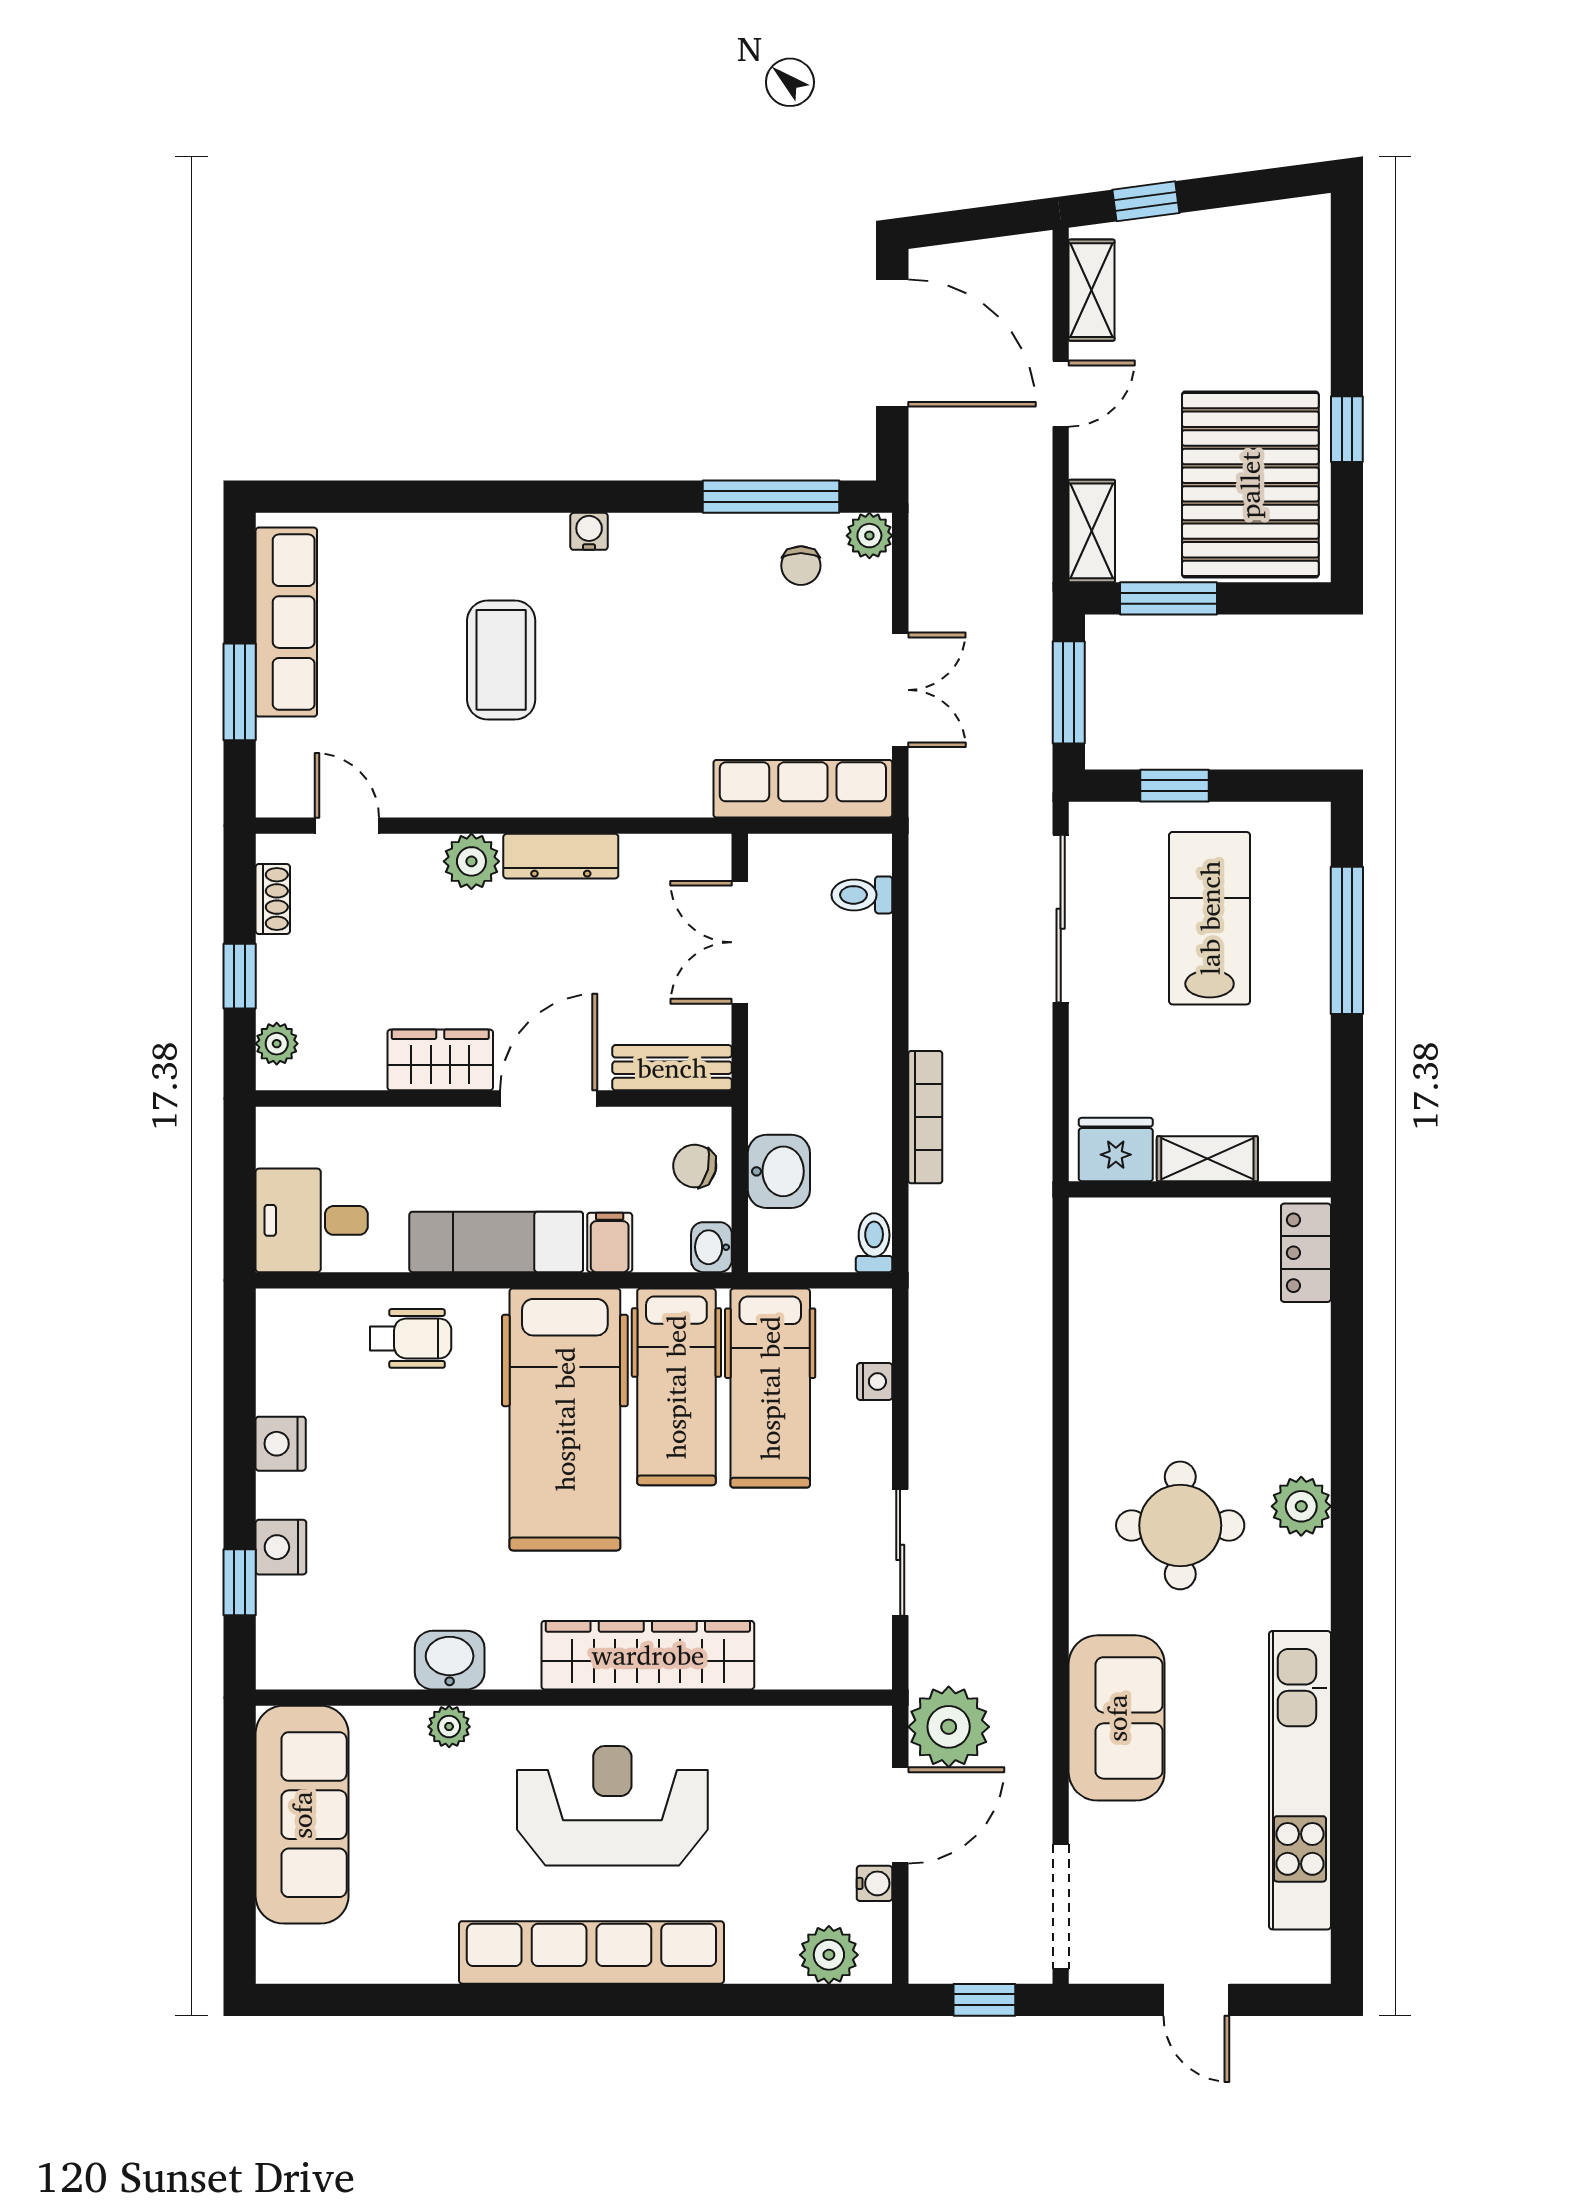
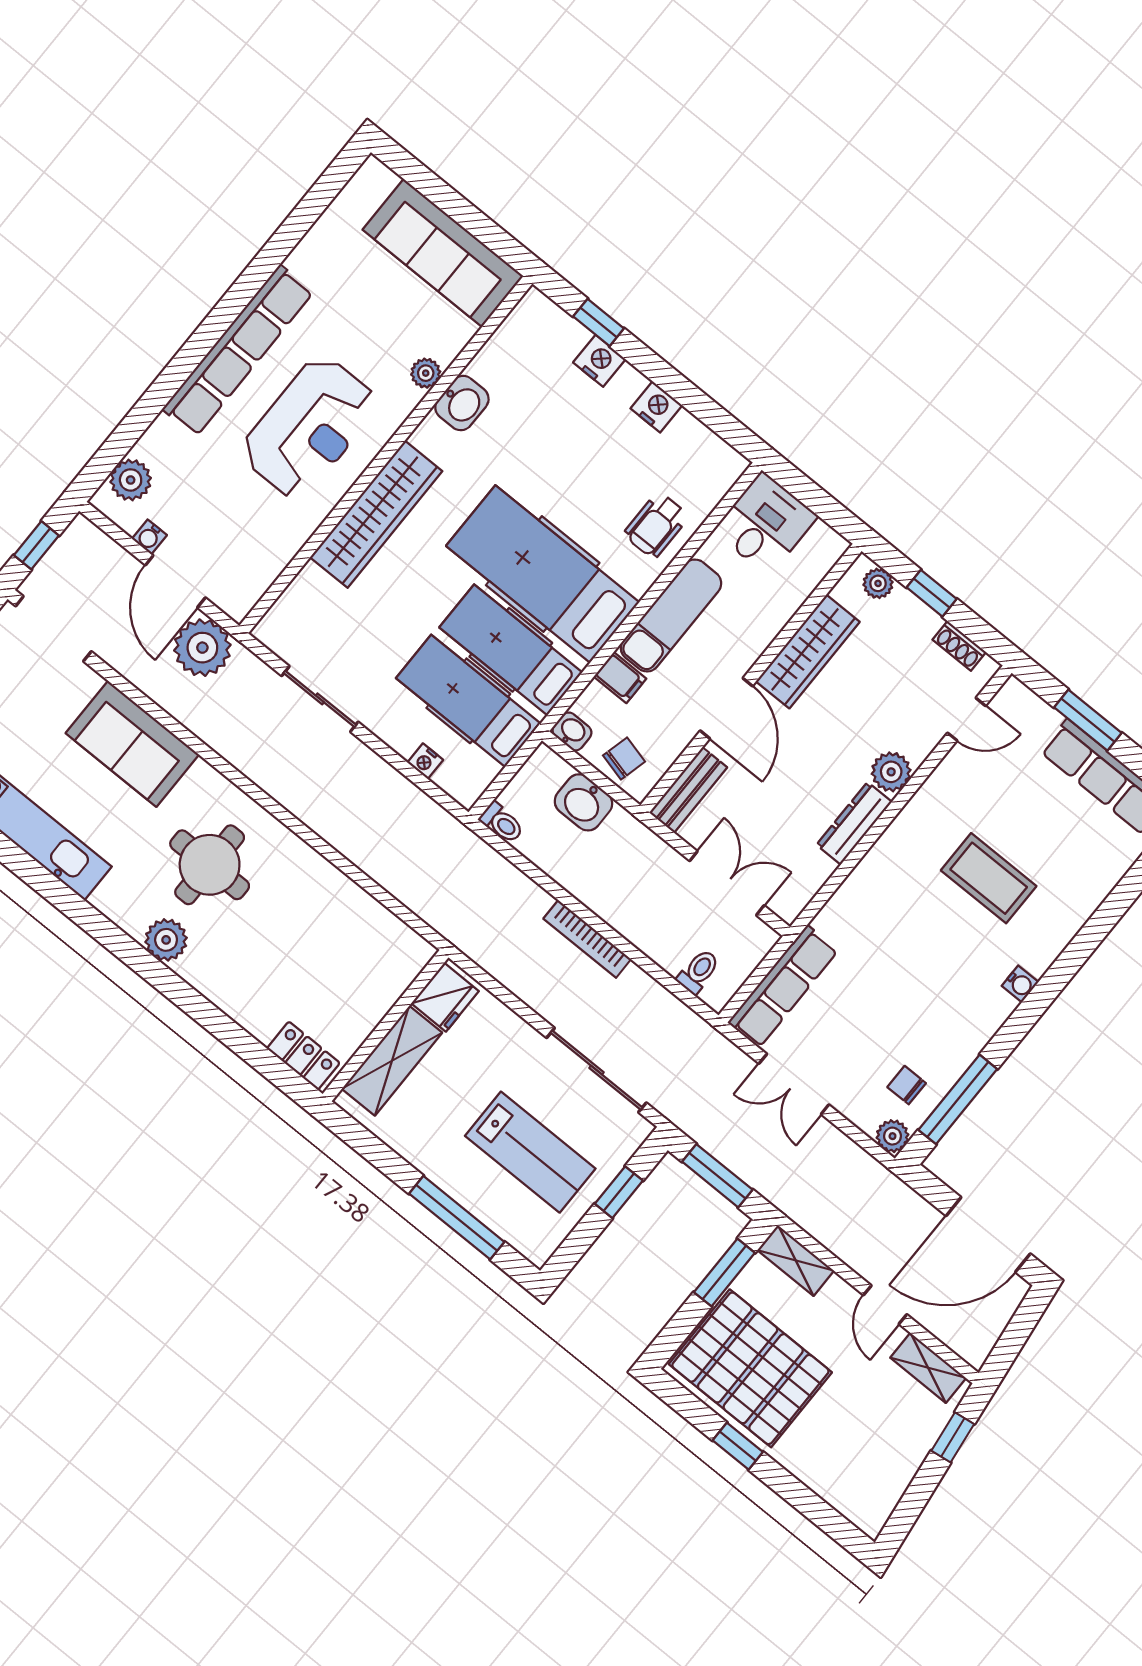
wardrobe: (440, 1060) -> (808, 652), width x1.50
bookcase: (925, 1117) -> (587, 939), moved
shelving: (1207, 1159) -> (392, 1061), width x1.50, depth x1.33

